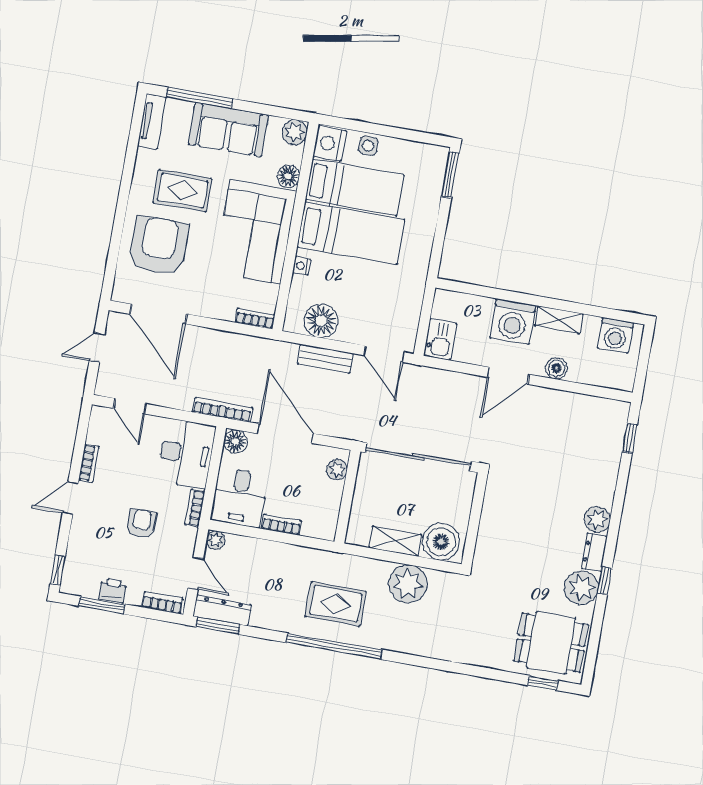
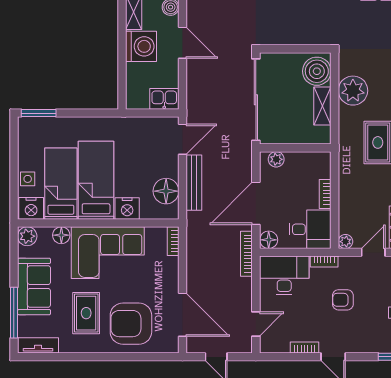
nightstand: (301, 266) -> (127, 208), width x1.89, depth x1.79
door: (158, 314) -> (183, 315), hinge flipped
bench: (326, 359) -> (194, 183), width x1.36

